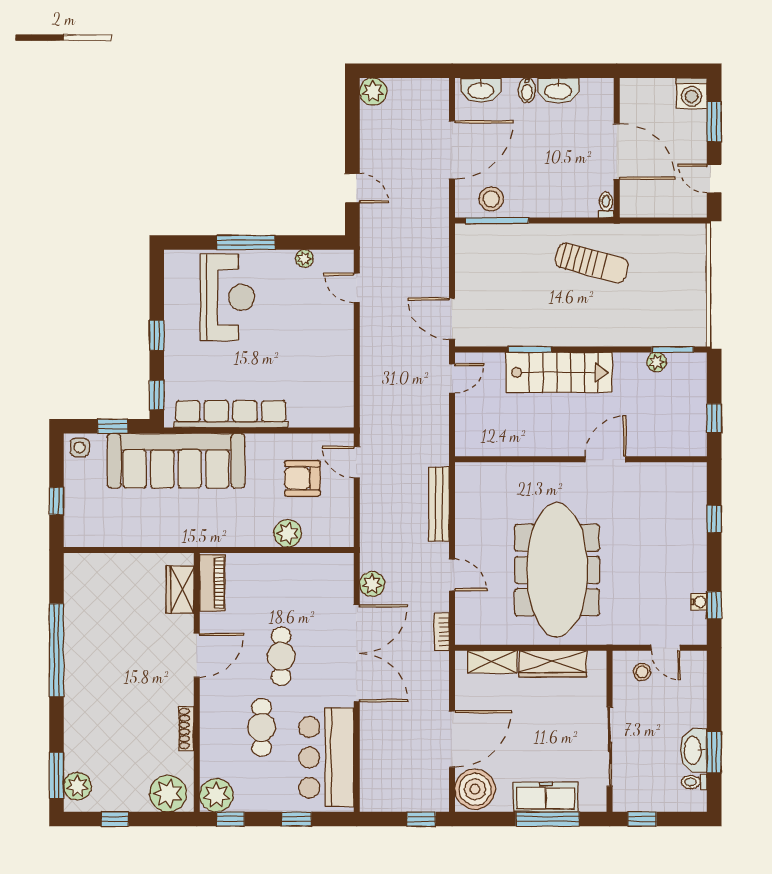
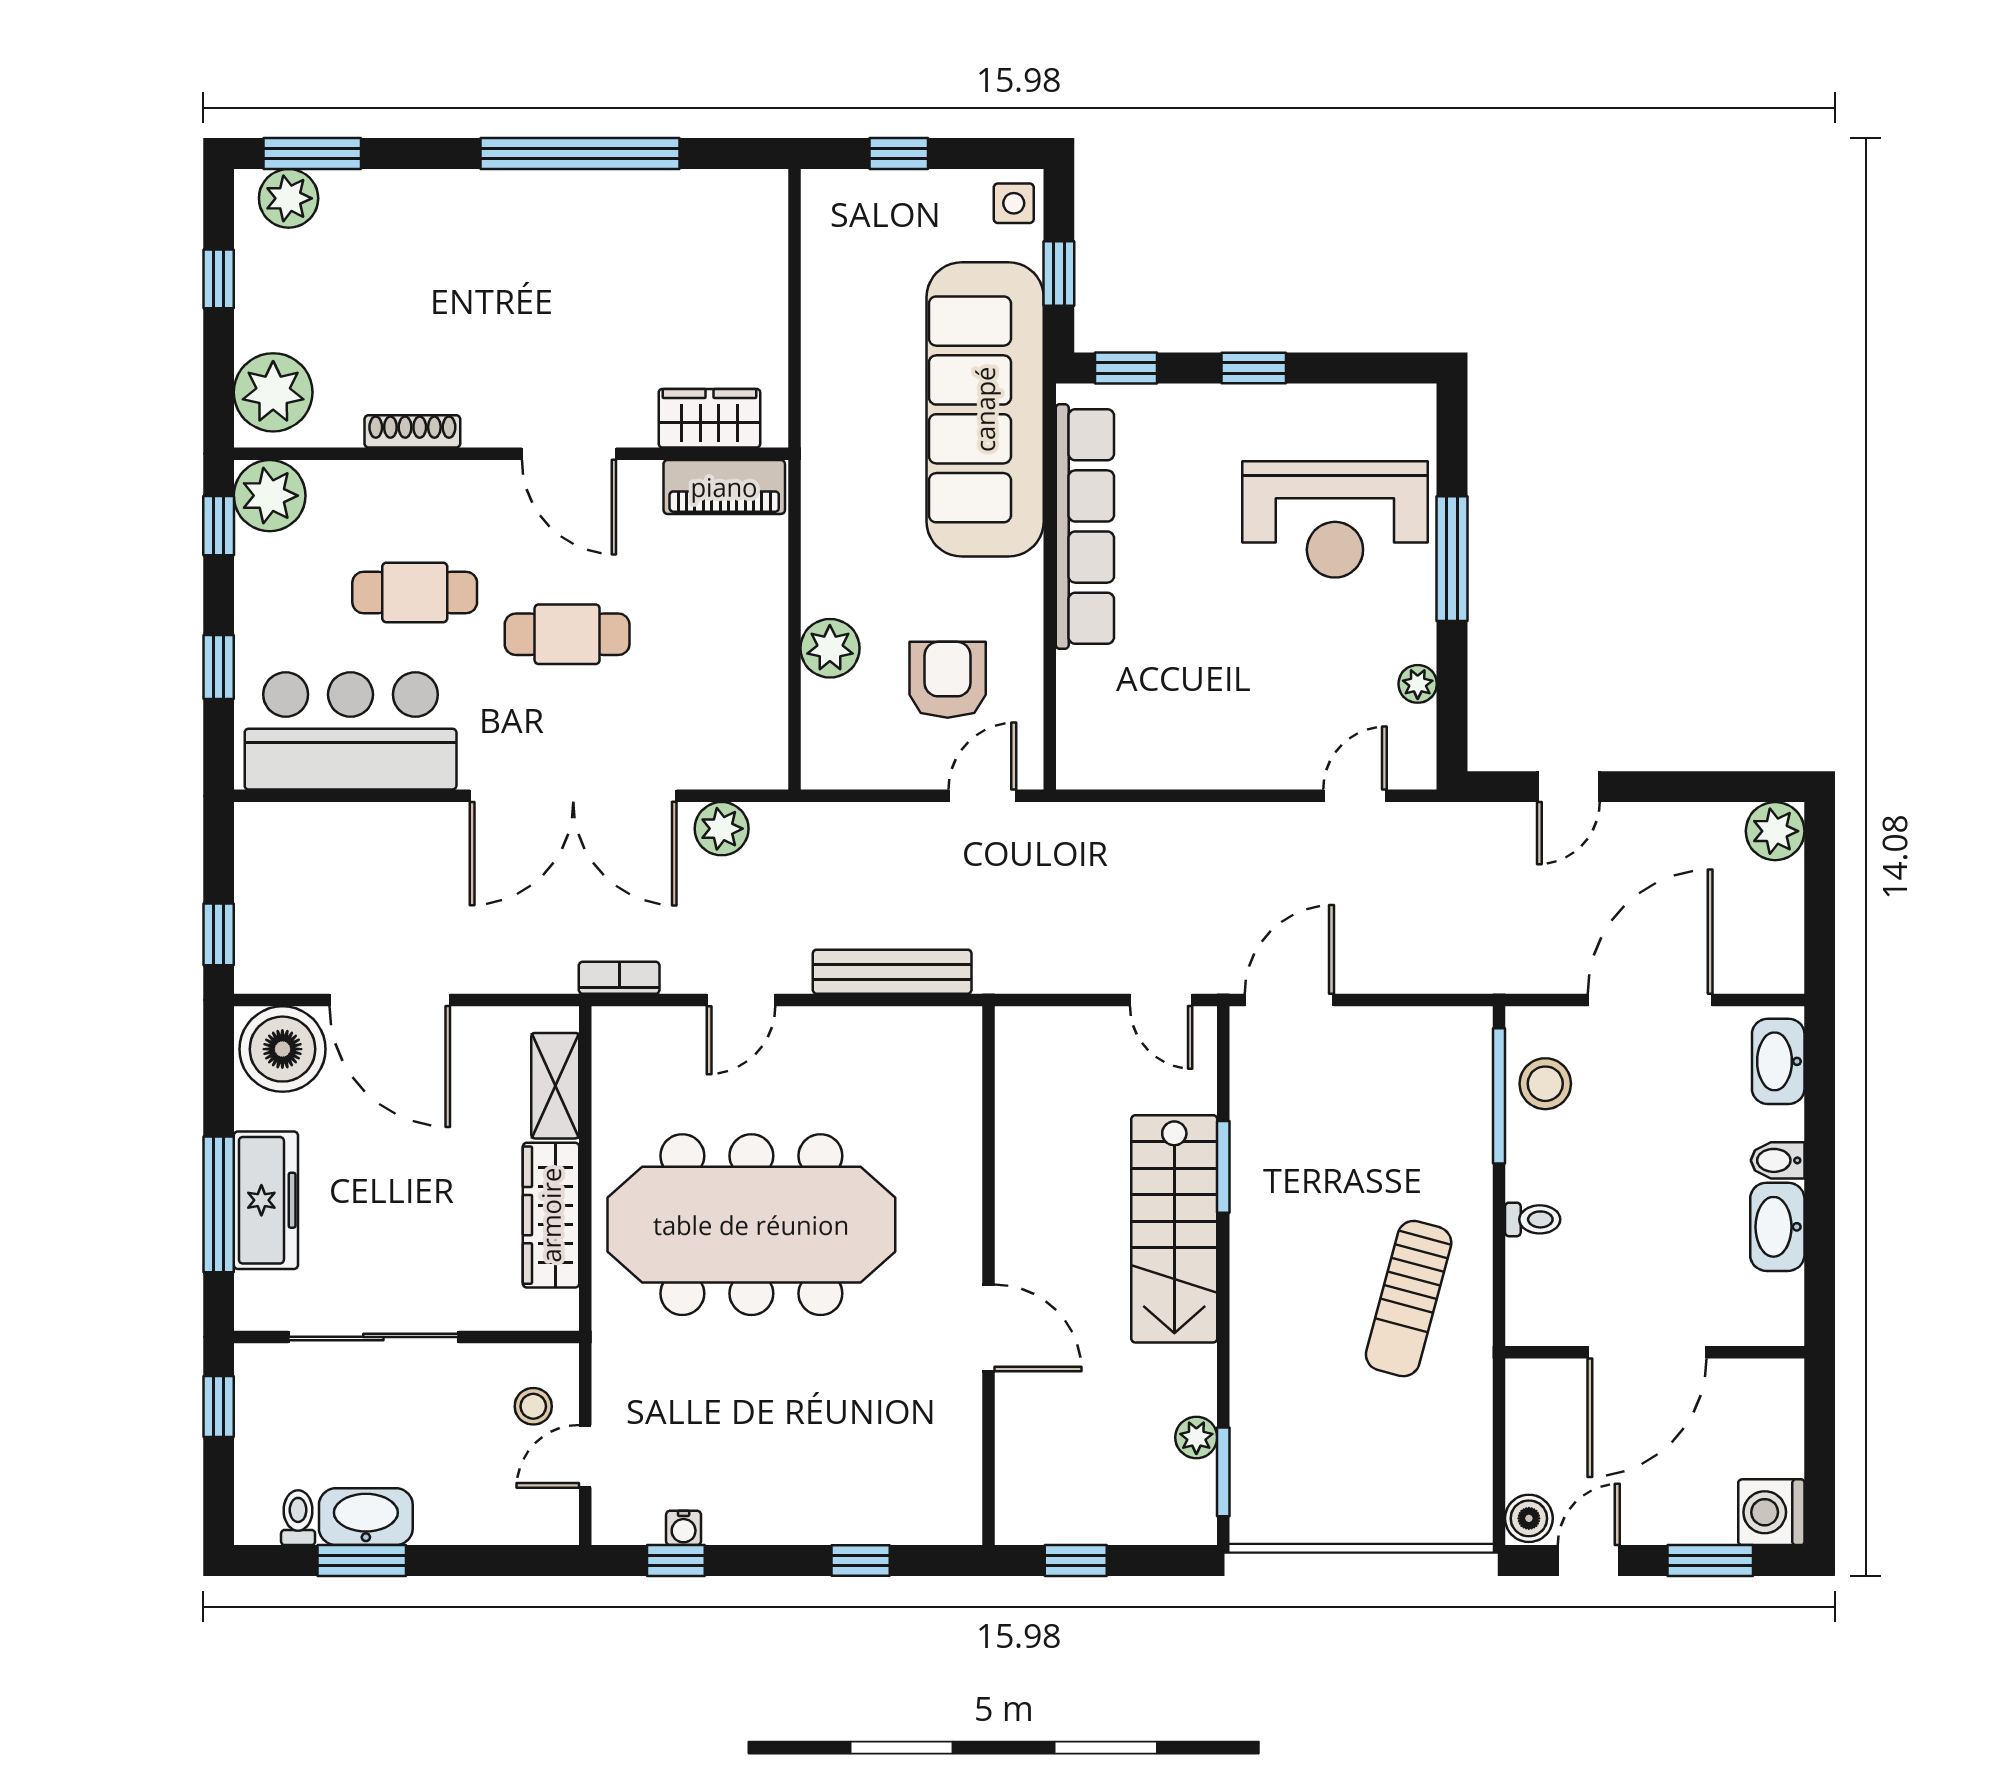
door: (452, 150) -> (1650, 1000), swing flipped
toilet: (606, 205) -> (1533, 1219), moved
boiler: (694, 207) -> (1529, 1518), added

